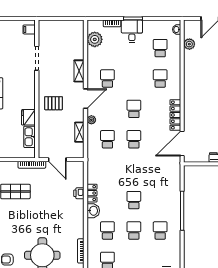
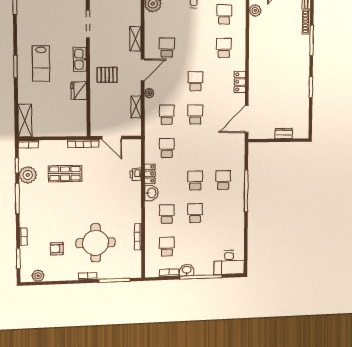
locker: (175, 115) -> (240, 82), width x0.66
kitchen sink: (29, 137) -> (80, 59), moved
school desk: (107, 170) -> (167, 148), added
school desk: (160, 230) -> (223, 180), moved

